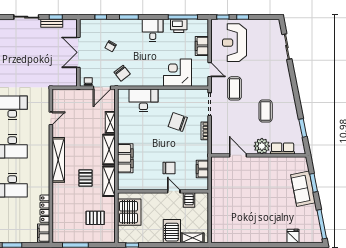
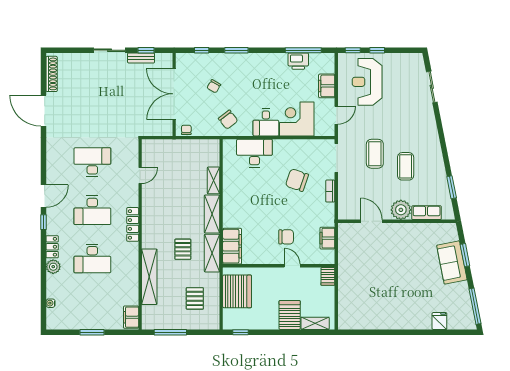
desk: (153, 30) -> (266, 122), moved, turned 180
double door: (78, 52) -> (174, 94), width x1.36
door: (210, 70) -> (336, 115), hinge flipped
door: (102, 88) -> (203, 138), removed
coffee table: (235, 88) -> (375, 154), moved
filing cabinet: (125, 158) -> (232, 246), moved
shelving: (58, 160) -> (149, 277), moved
server rack: (189, 200) -> (328, 276), moved
locker: (45, 209) -> (133, 224), moved
pallet: (95, 218) -> (195, 298), turned 90

